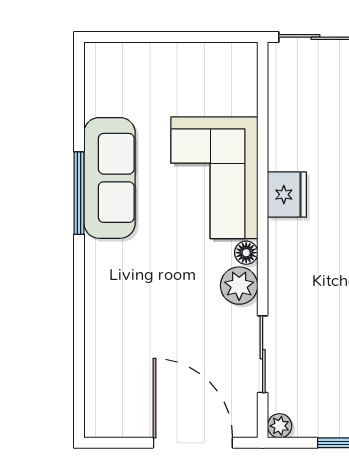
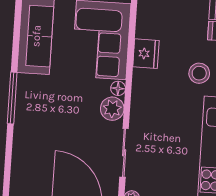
window: (79, 193) -> (12, 98), moved

